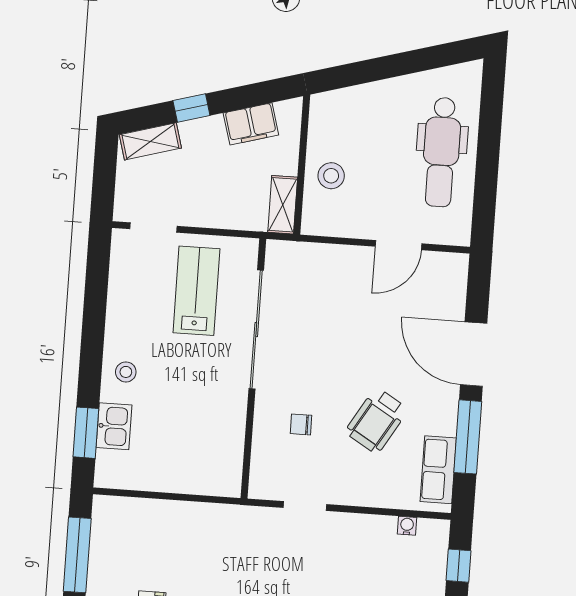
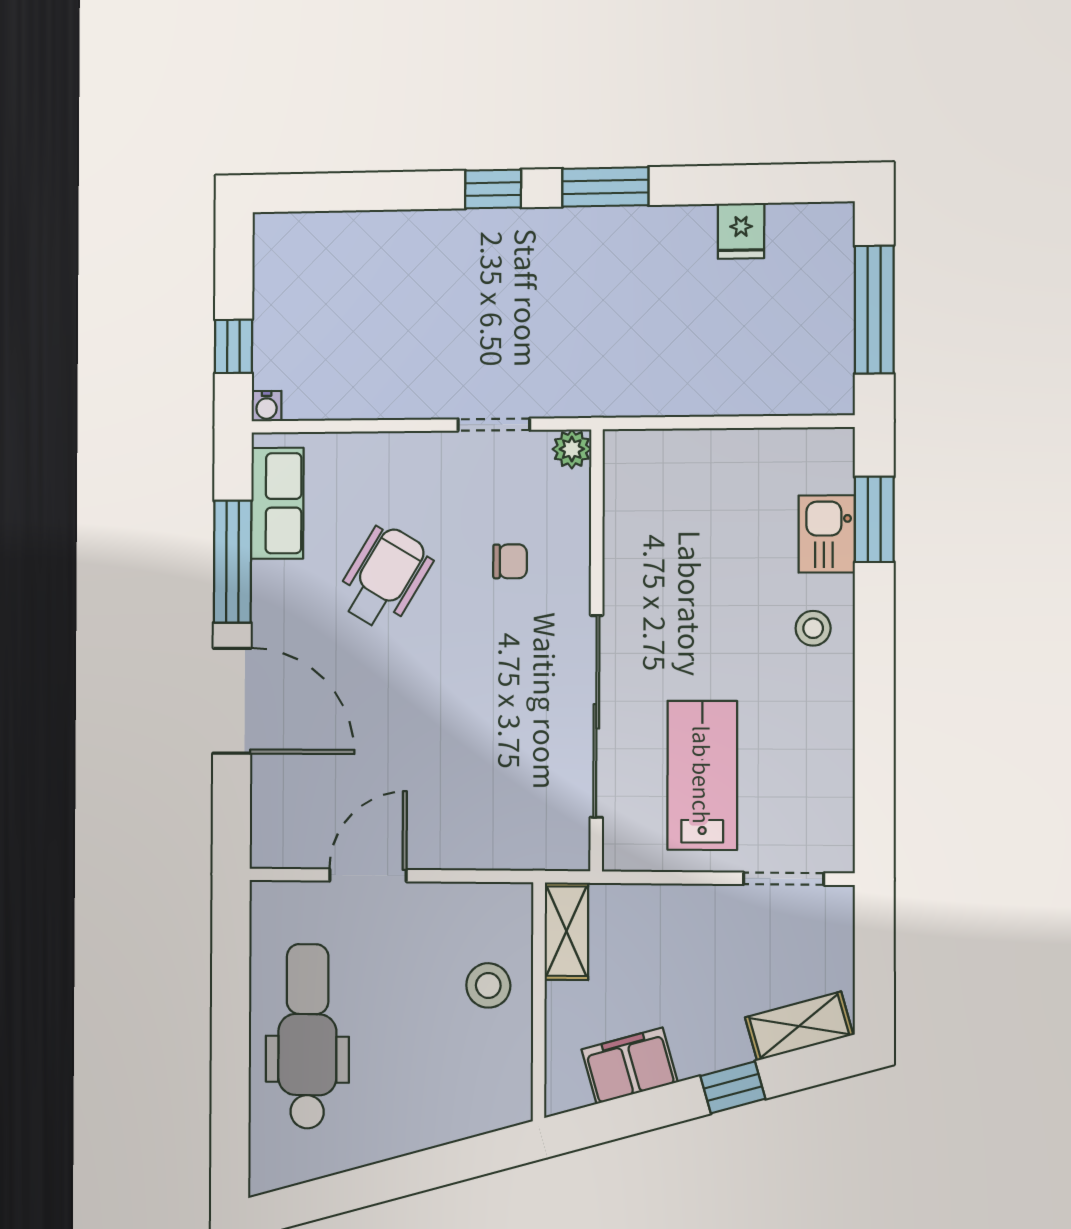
lab bench: (196, 291) -> (702, 775), turned 180
plant: (260, 488) -> (572, 449), added
water cooler: (407, 526) -> (267, 406), moved

